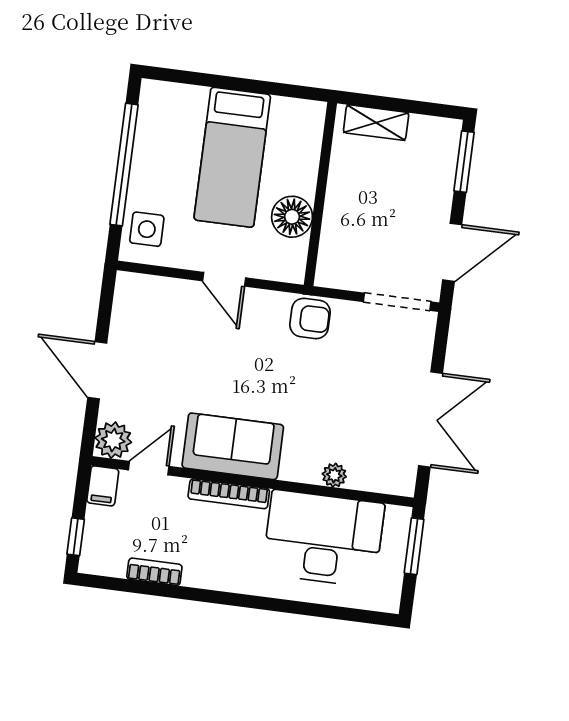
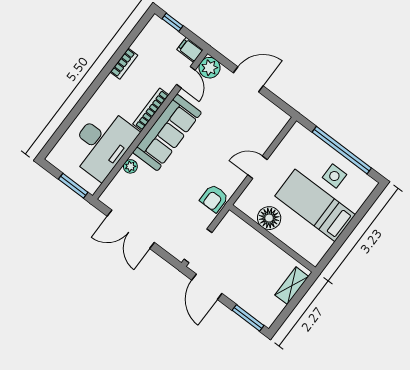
side table: (147, 229) -> (334, 176), moved
sofa: (233, 446) -> (167, 132), width x1.36
bookcase: (154, 572) -> (124, 64), moved

